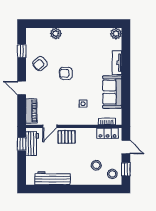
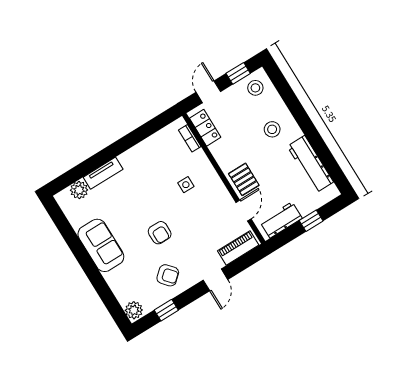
plant: (56, 33) -> (134, 310), moved
plant: (116, 34) -> (79, 190), moved
sofa: (112, 92) -> (101, 245), moved, turned -90
door: (50, 126) -> (243, 211), hinge flipped
window: (22, 144) -> (311, 221), moved
stool: (96, 165) -> (272, 129), moved

